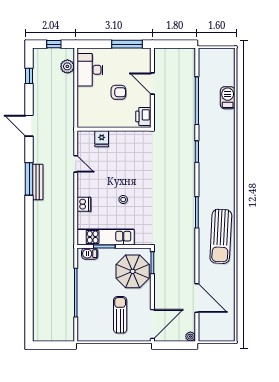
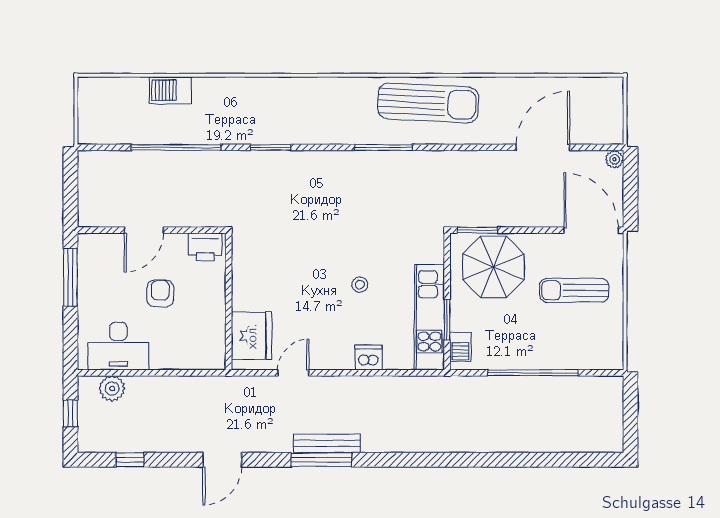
fridge: (102, 139) -> (252, 336), width x1.88, depth x1.34

